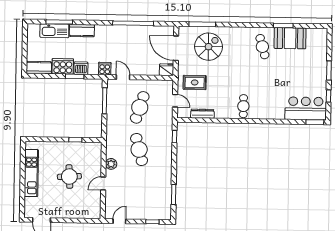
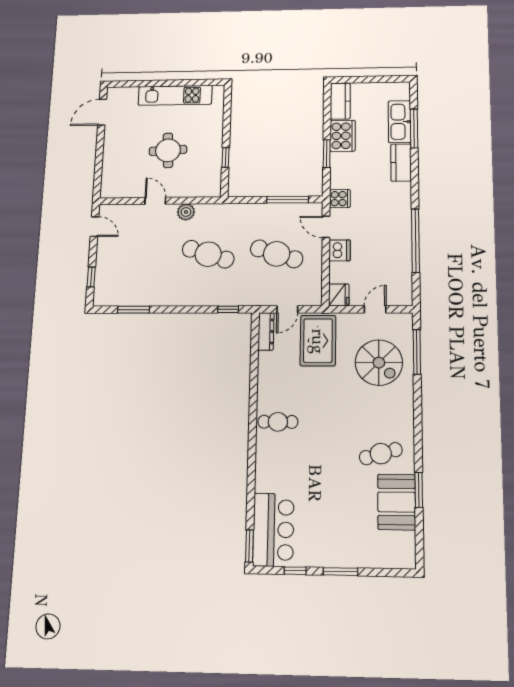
door: (176, 48) -> (375, 309), width x0.53
dishwasher: (81, 68) -> (340, 250), moved
door: (123, 77) -> (326, 227), swing flipped
rug: (195, 82) -> (318, 341), width x1.36, depth x1.43
dresser: (202, 114) -> (266, 331), moved
cafe table: (139, 149) -> (208, 254), turned 33

